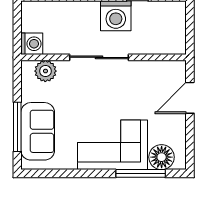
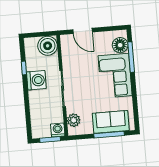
window: (17, 30) -> (50, 139), added
boiler: (170, 39) -> (48, 46), added

